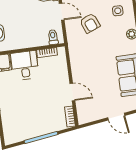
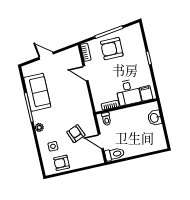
armchair: (39, 118) -> (112, 49), added

